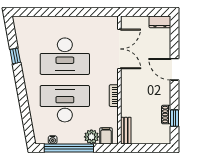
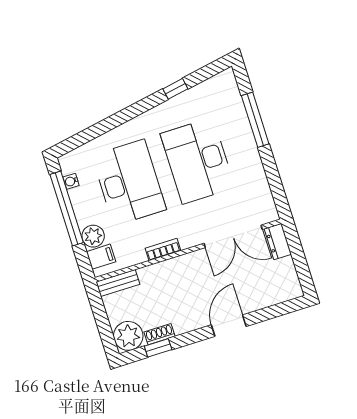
window: (50, 12) -> (255, 120), added
dresser: (160, 22) -> (278, 241), moved
plant: (161, 135) -> (128, 336), added

